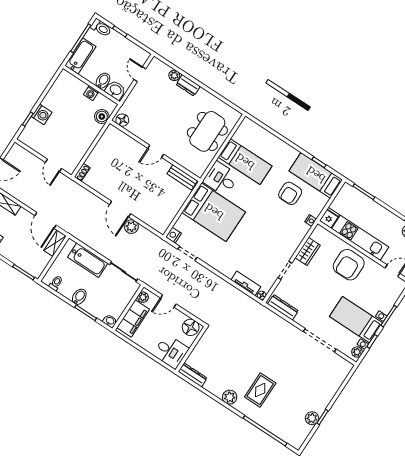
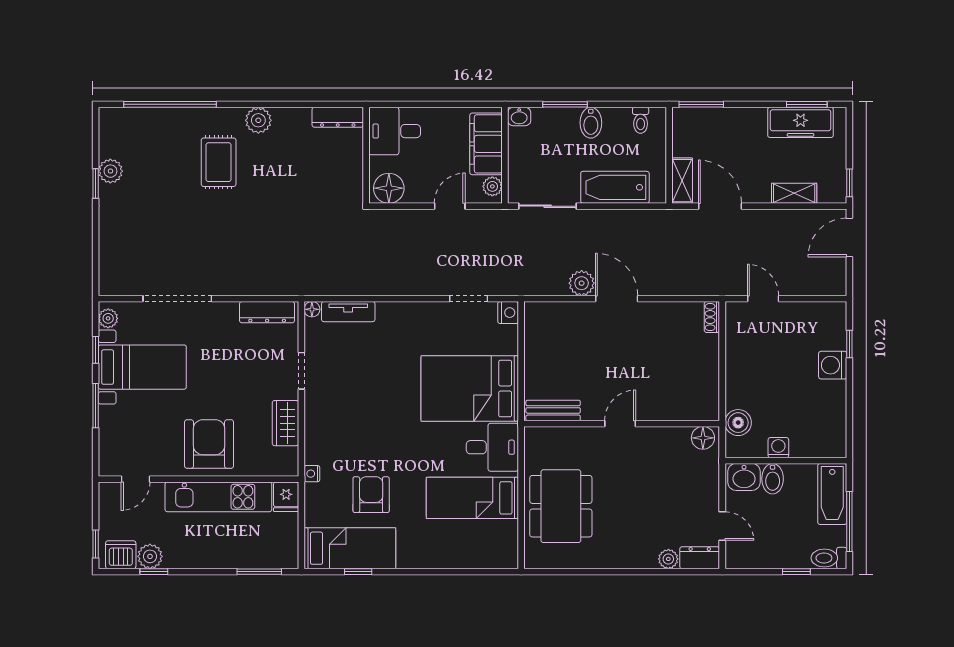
dresser: (188, 85) -> (700, 558), moved

